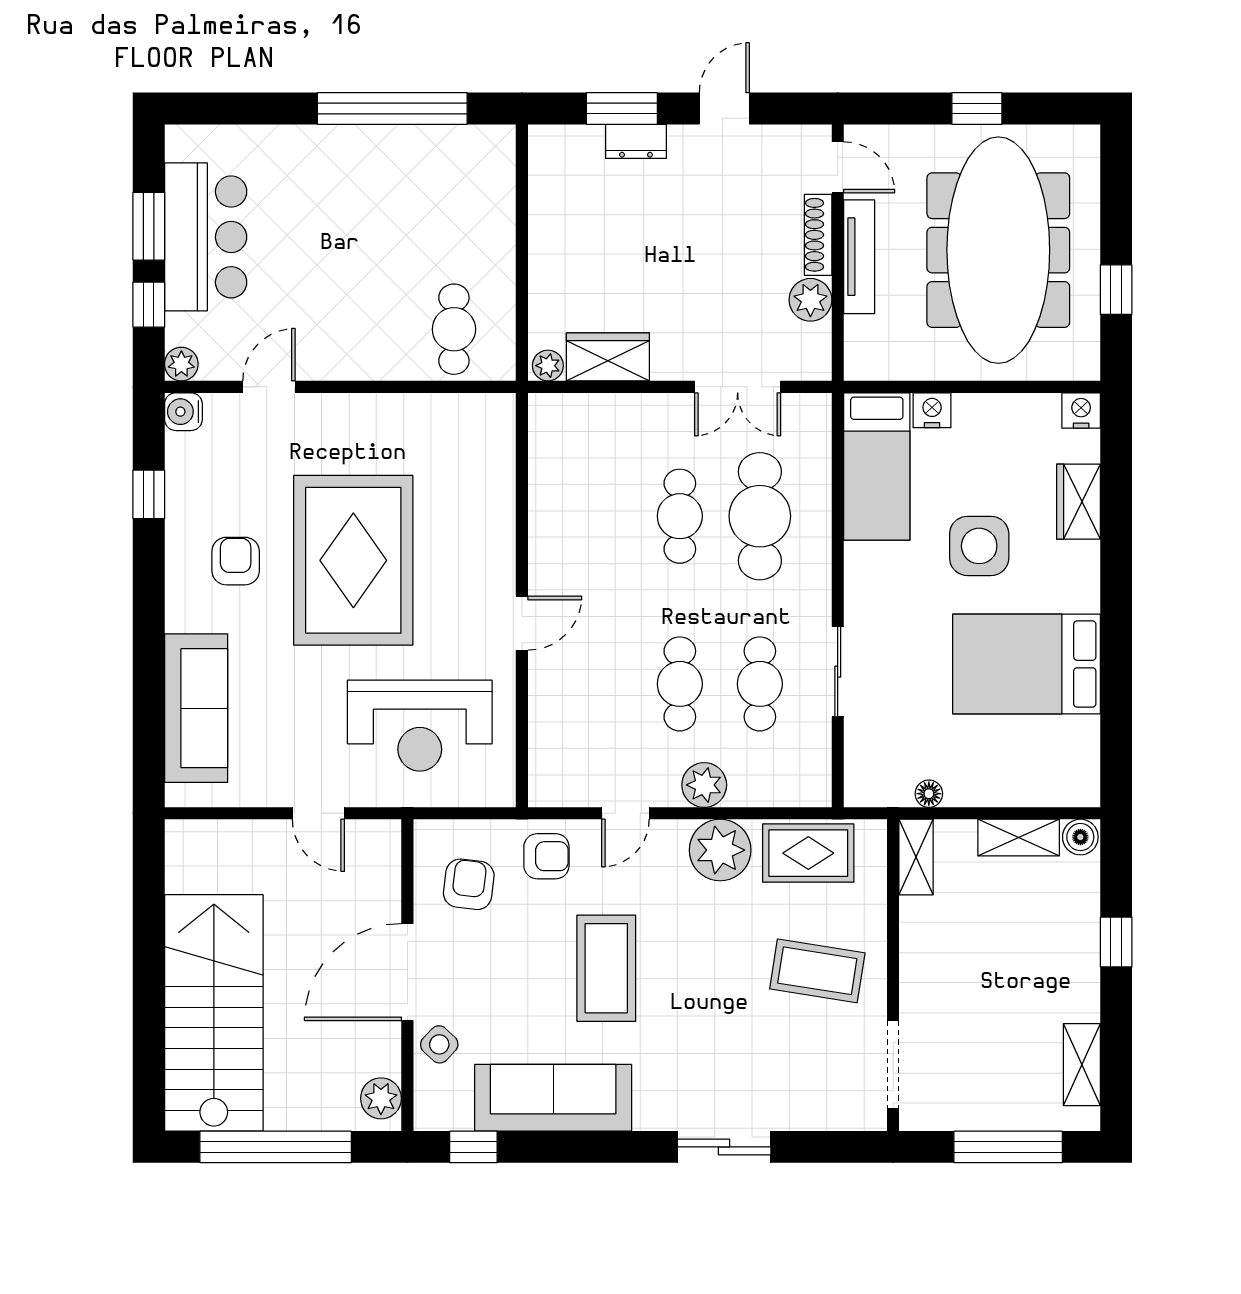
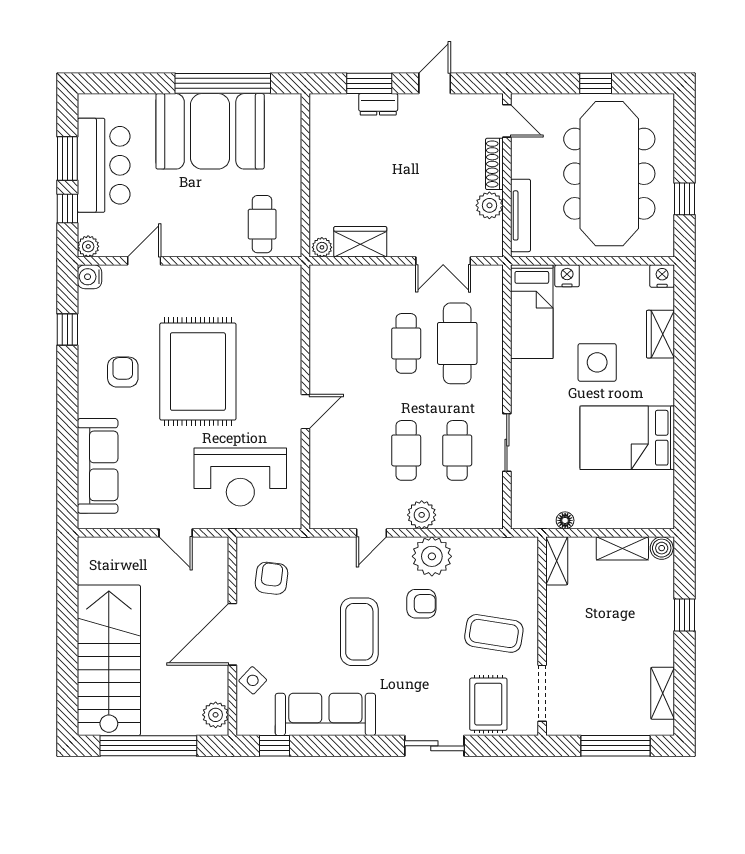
booth: (372, 184) -> (210, 131), added
tv unit: (859, 257) -> (521, 215), moved
rug: (808, 853) -> (488, 704), moved, turned 90
armchair: (546, 856) -> (421, 604), moved

